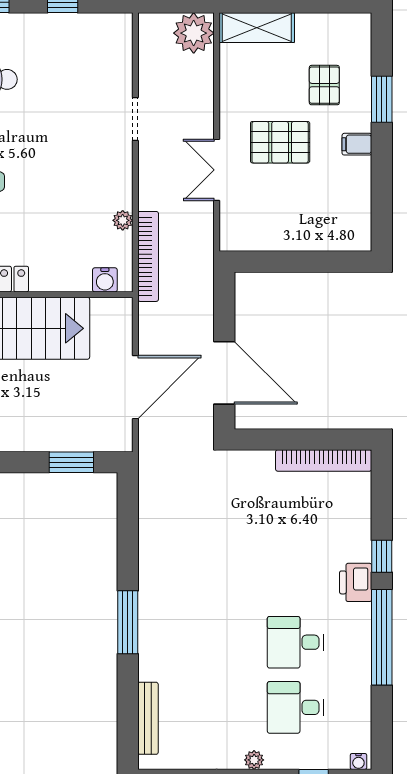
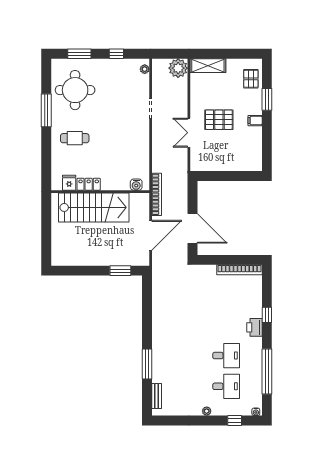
pallet: (324, 85) -> (251, 79), moved
plant: (123, 220) -> (145, 69), moved
bookcase: (148, 256) -> (157, 194), moved
window: (128, 622) -> (147, 364), moved
window: (382, 637) -> (267, 371), moved
desk: (295, 642) -> (226, 356), turned 180
desk: (295, 707) -> (226, 386), turned 180
bench: (148, 718) -> (157, 396), width x0.73

